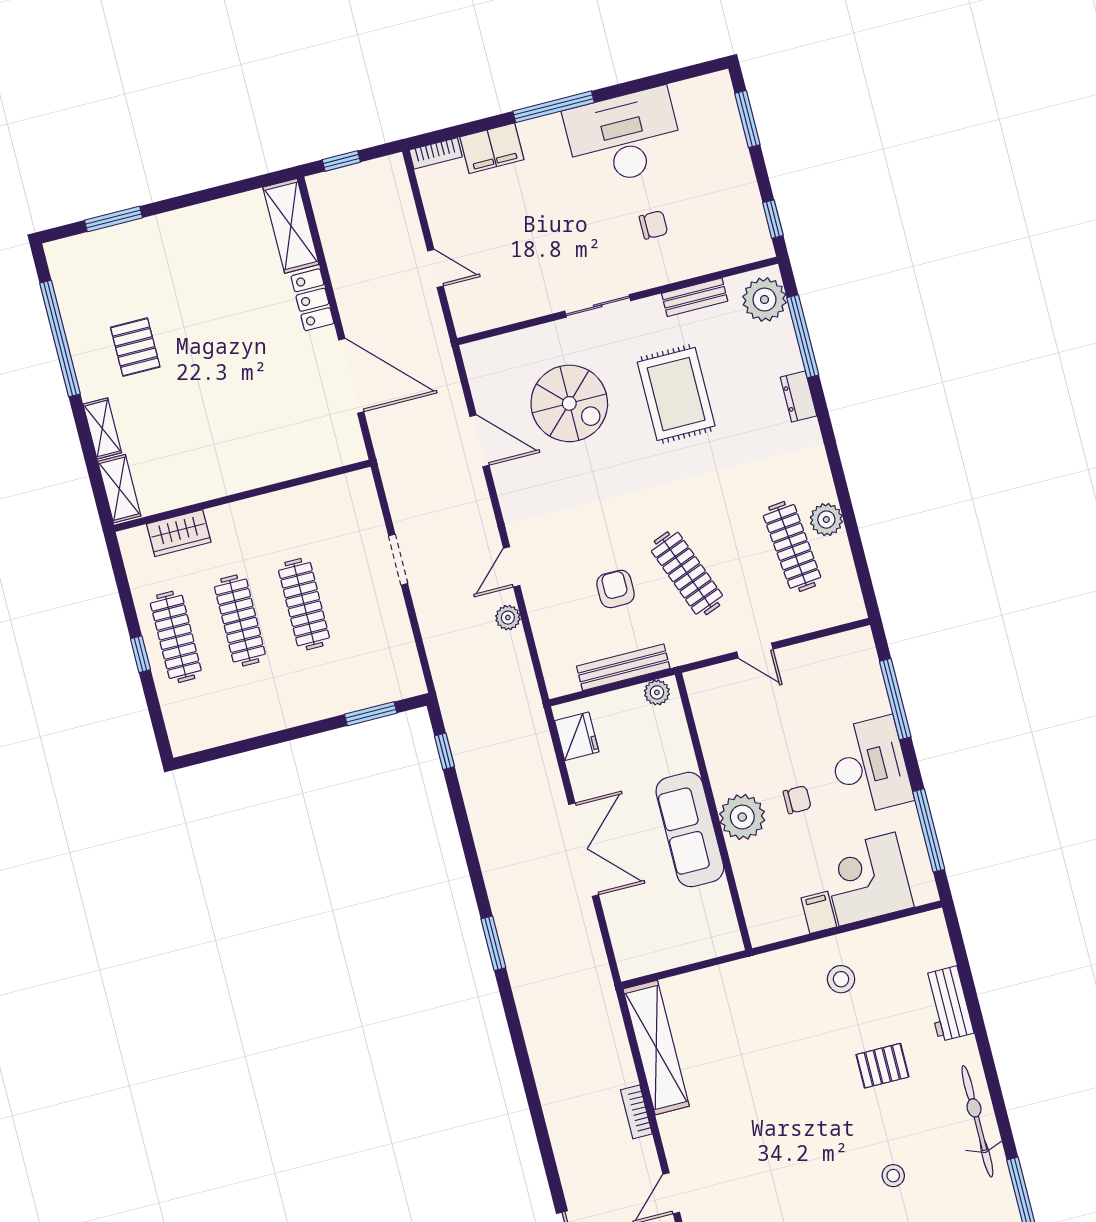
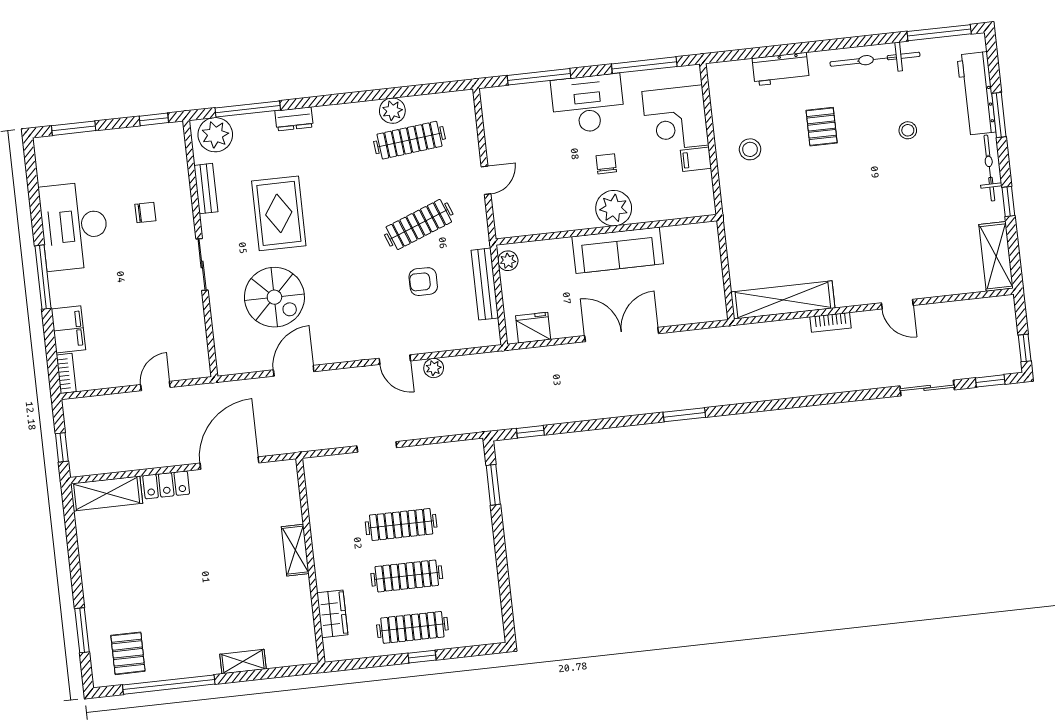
chair: (654, 225) -> (145, 212), turned 90
pallet: (135, 347) -> (128, 653), moved, turned 90
rug: (676, 394) -> (279, 213), turned 90
spiral stairs: (569, 403) -> (274, 297), turned 90
shelving: (119, 489) -> (295, 550), moved, turned 90

